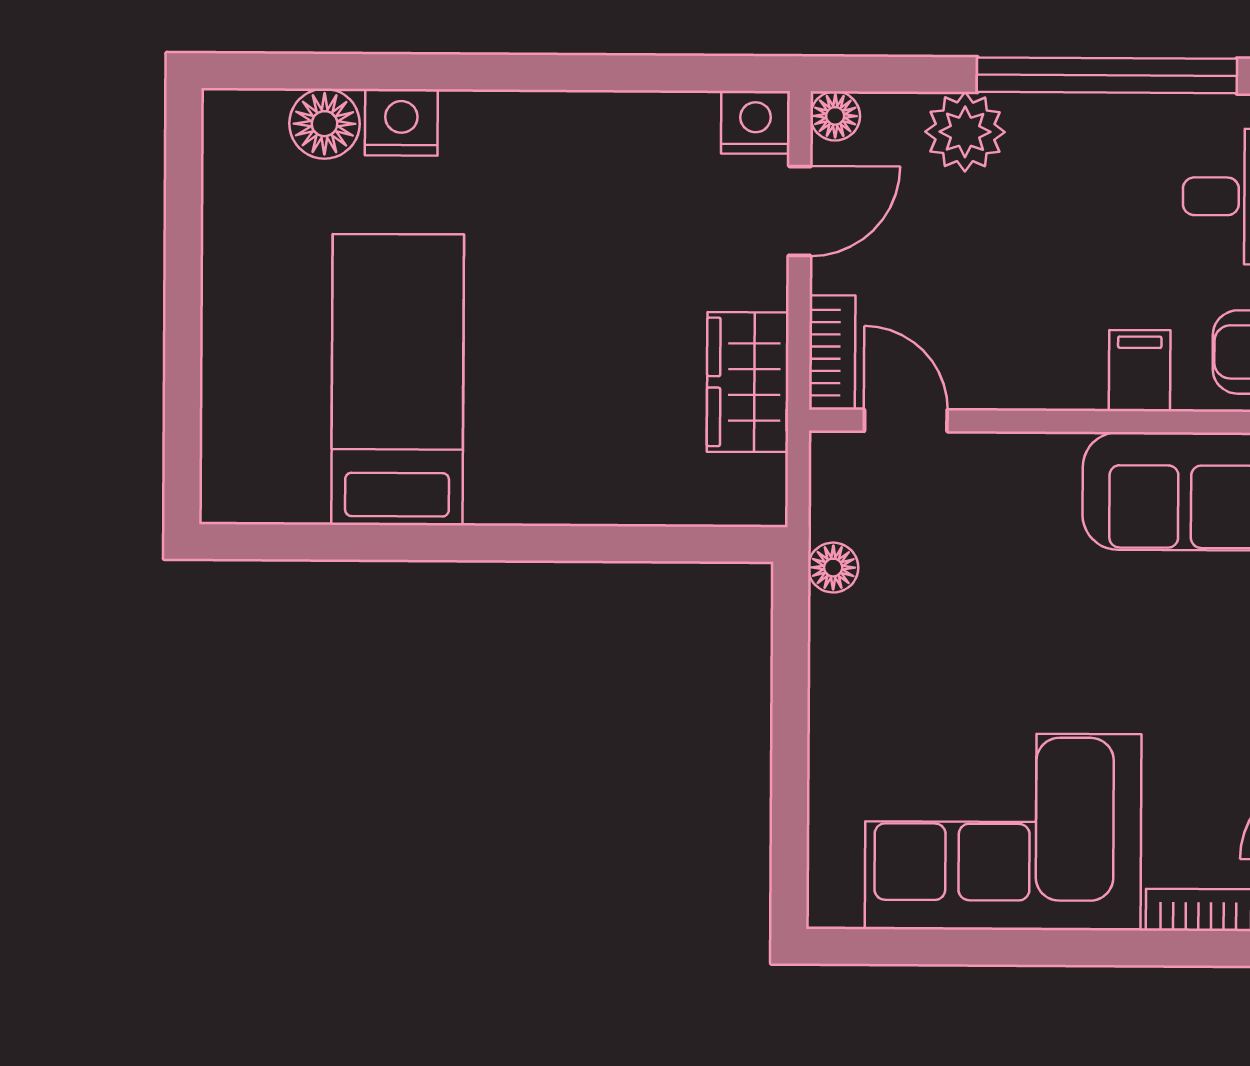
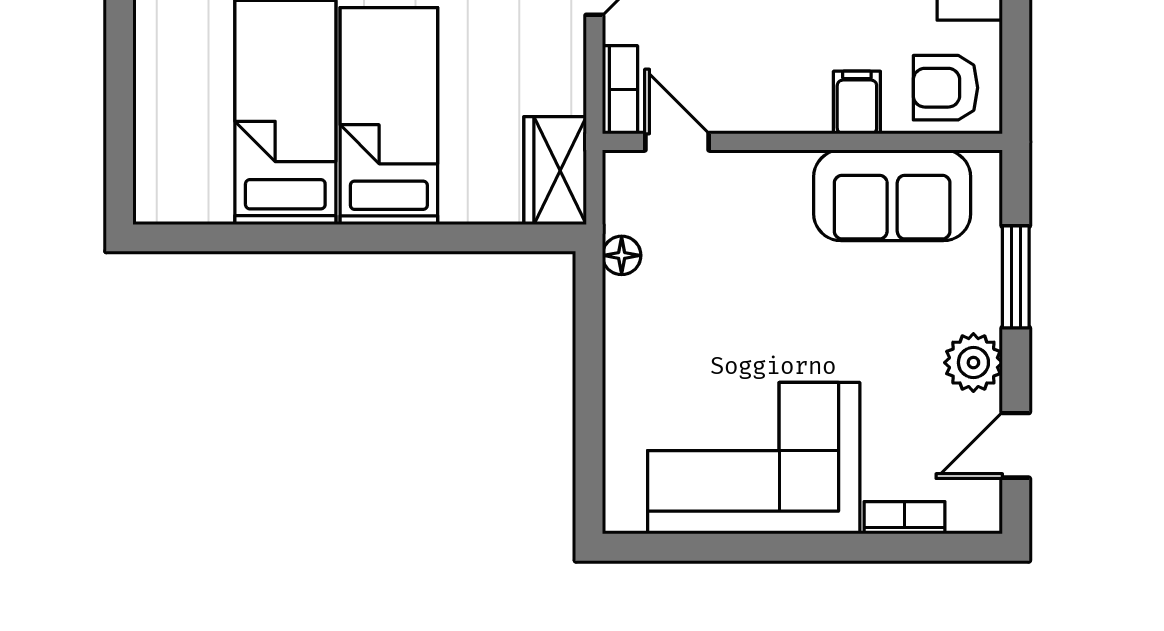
wardrobe: (748, 382) -> (555, 171), moved
bed: (532, 385) -> (389, 116), added

